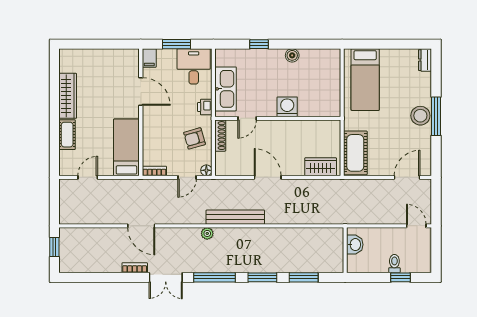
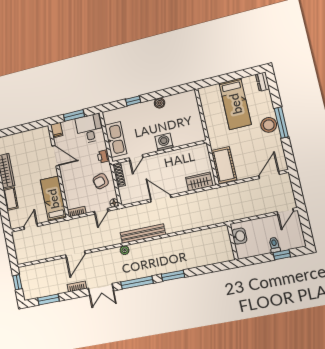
bed: (365, 80) -> (235, 104), moved
door: (141, 226) -> (75, 254), hinge flipped
door: (416, 226) -> (285, 211), swing flipped
window: (304, 277) -> (49, 299), moved

